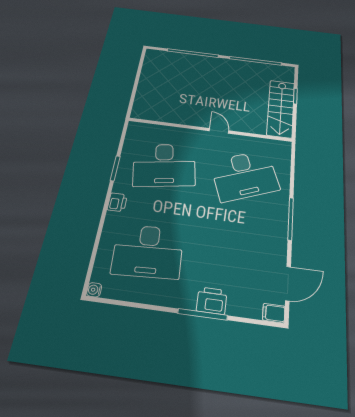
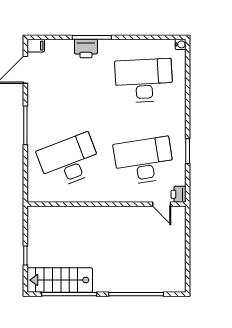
stairs: (281, 109) -> (60, 280), moved, turned -90
door: (219, 131) -> (162, 204), moved
printer: (117, 202) -> (179, 194), moved

